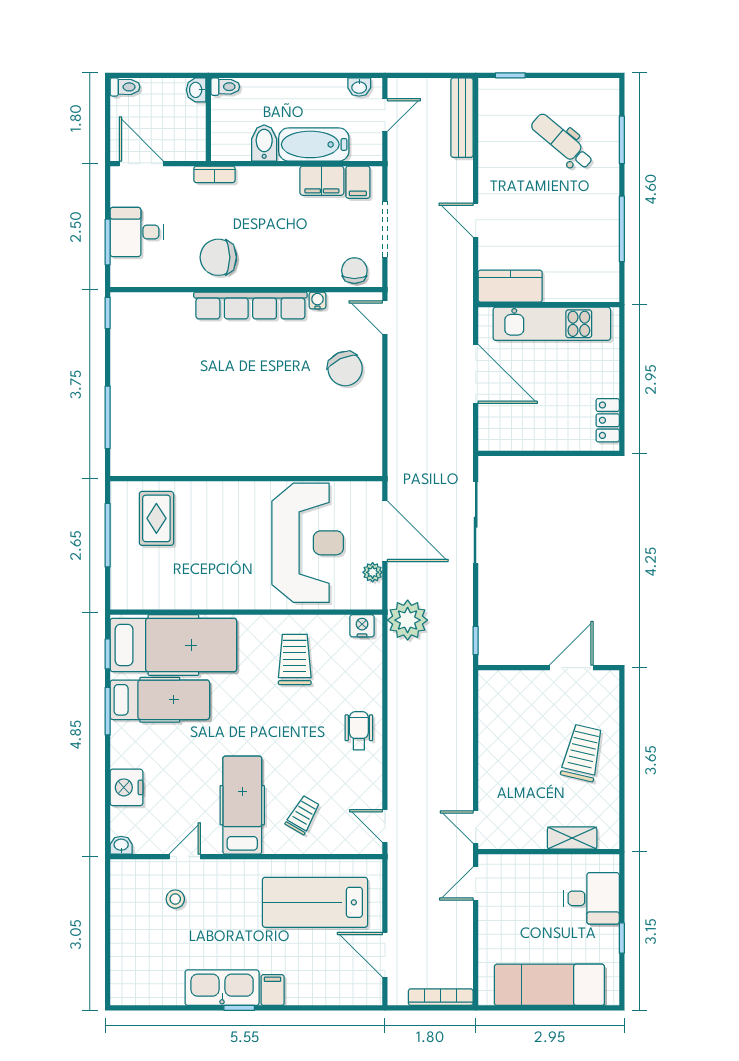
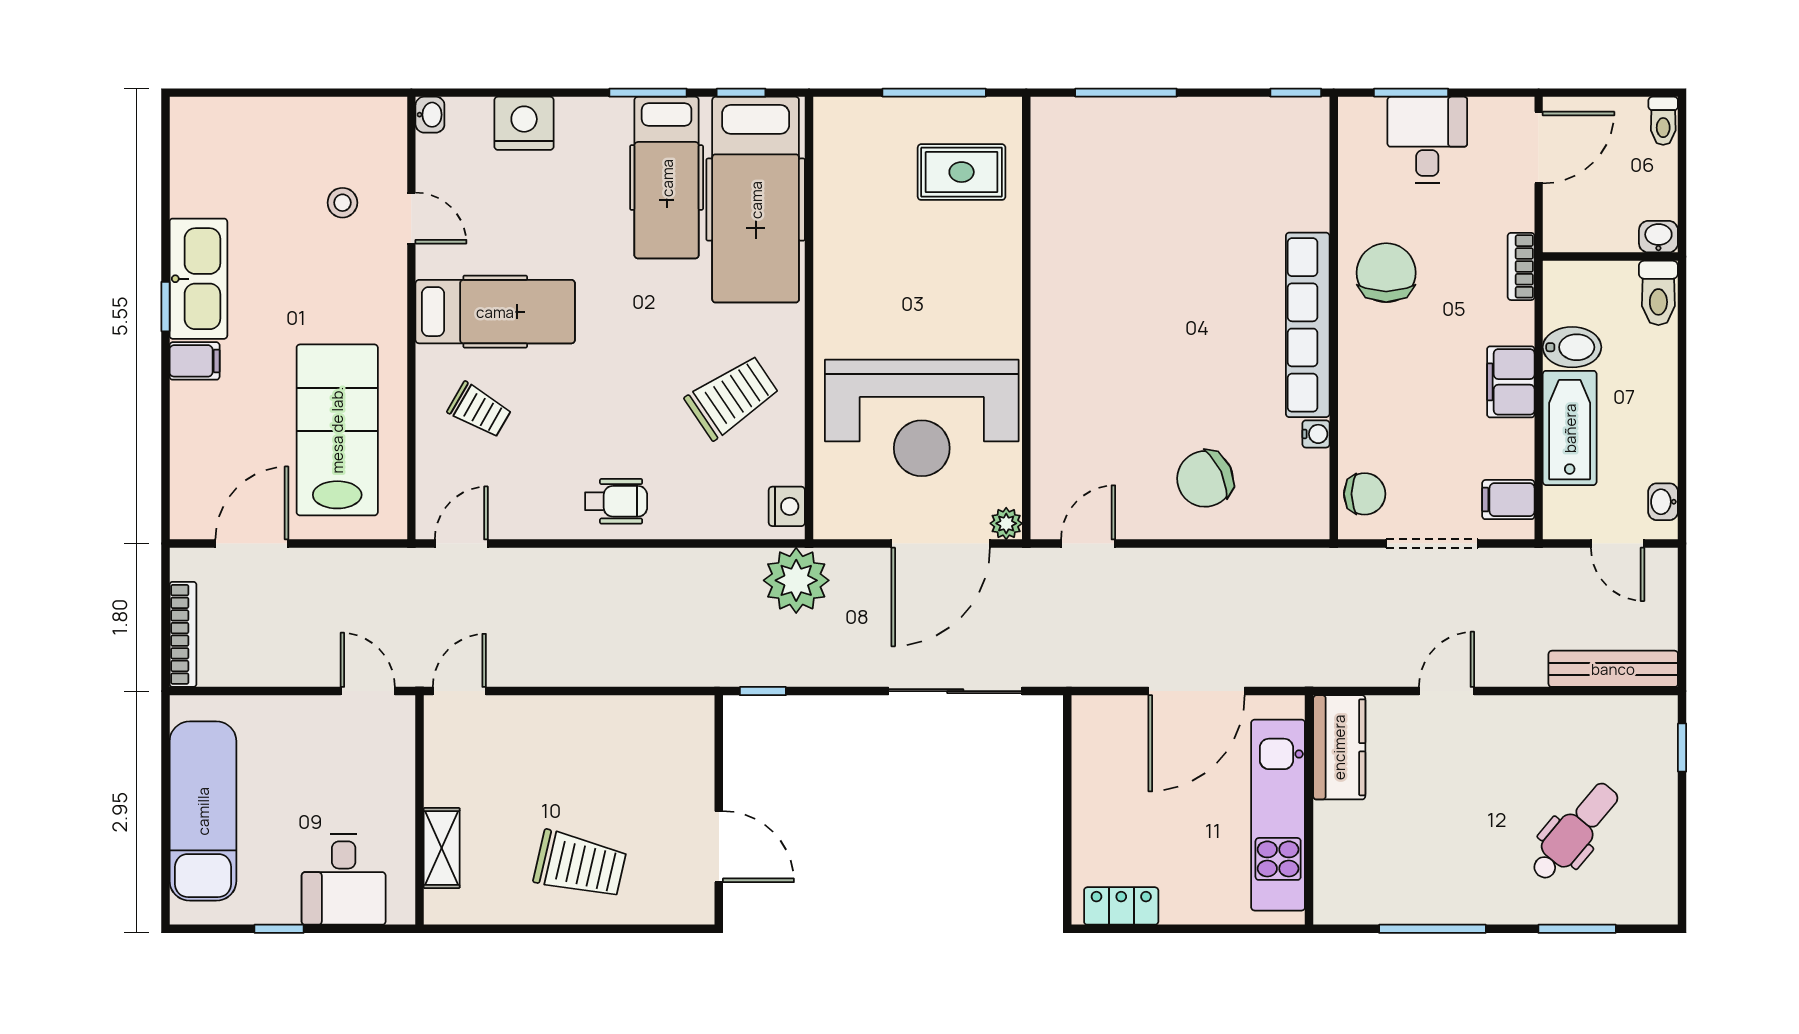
toilet: (225, 87) -> (1658, 293), width x1.37, depth x1.39
filing cabinet: (322, 181) -> (1511, 382), moved
door: (385, 317) -> (1088, 544), moved
plant: (373, 572) -> (1006, 523), moved
trolley: (295, 660) -> (732, 397), turned -34

